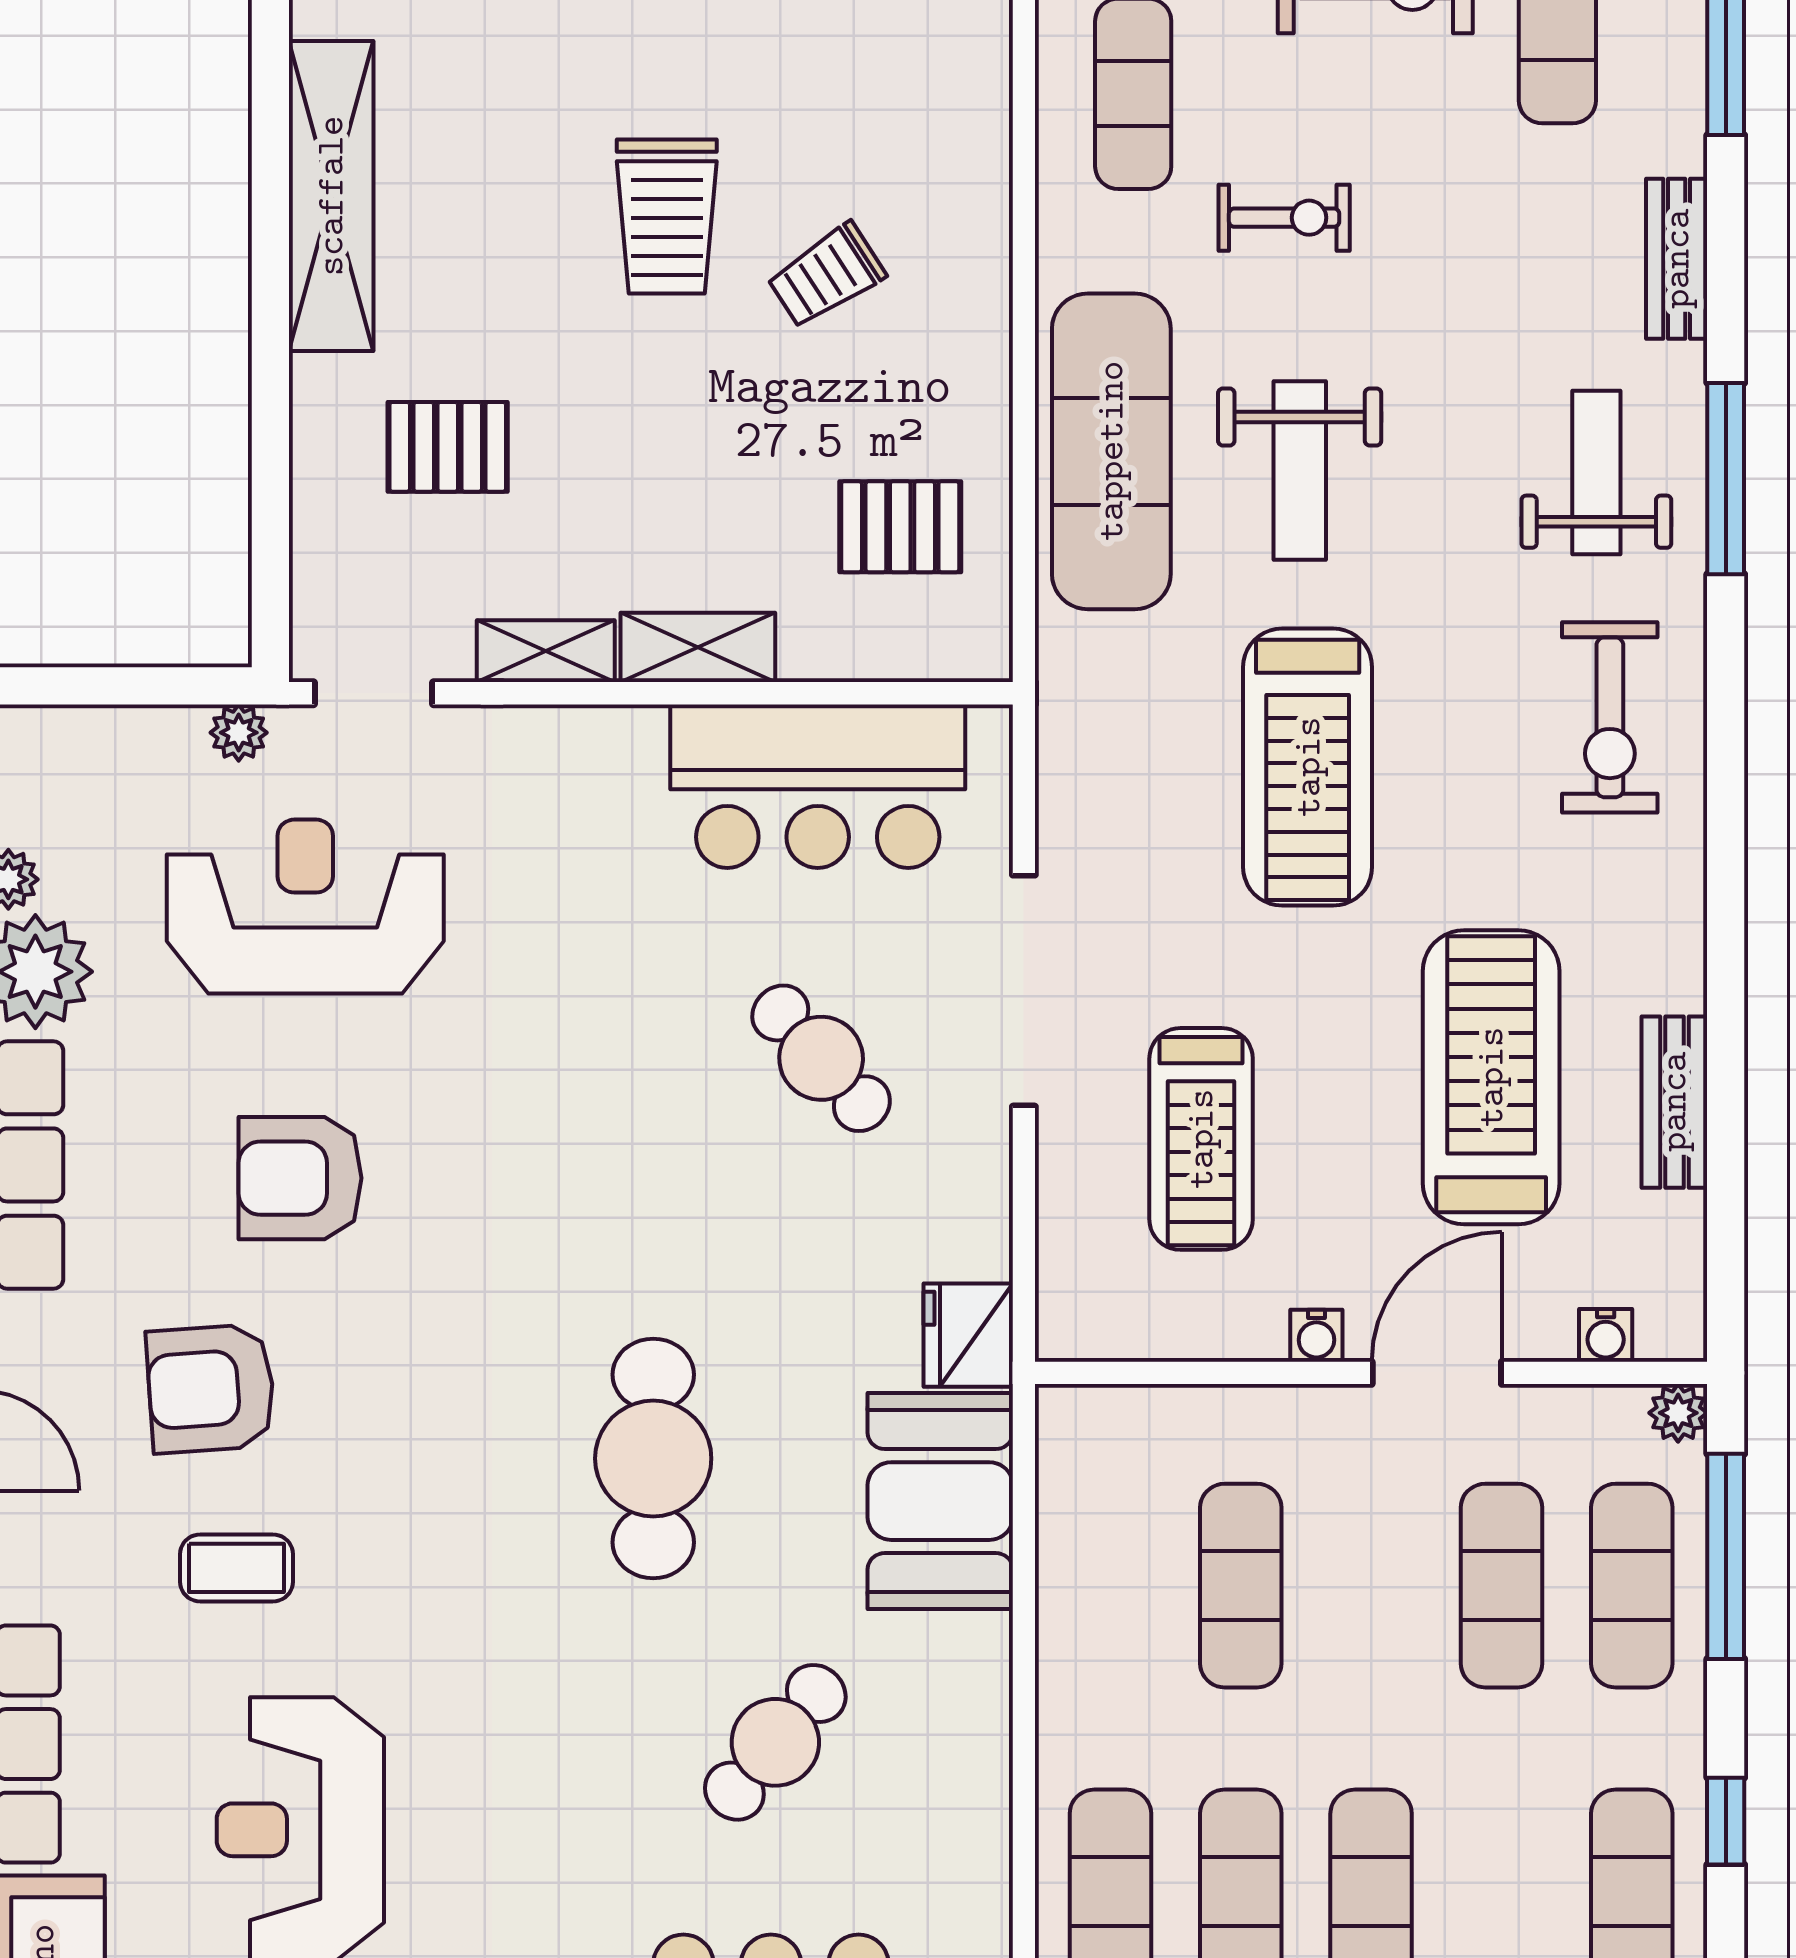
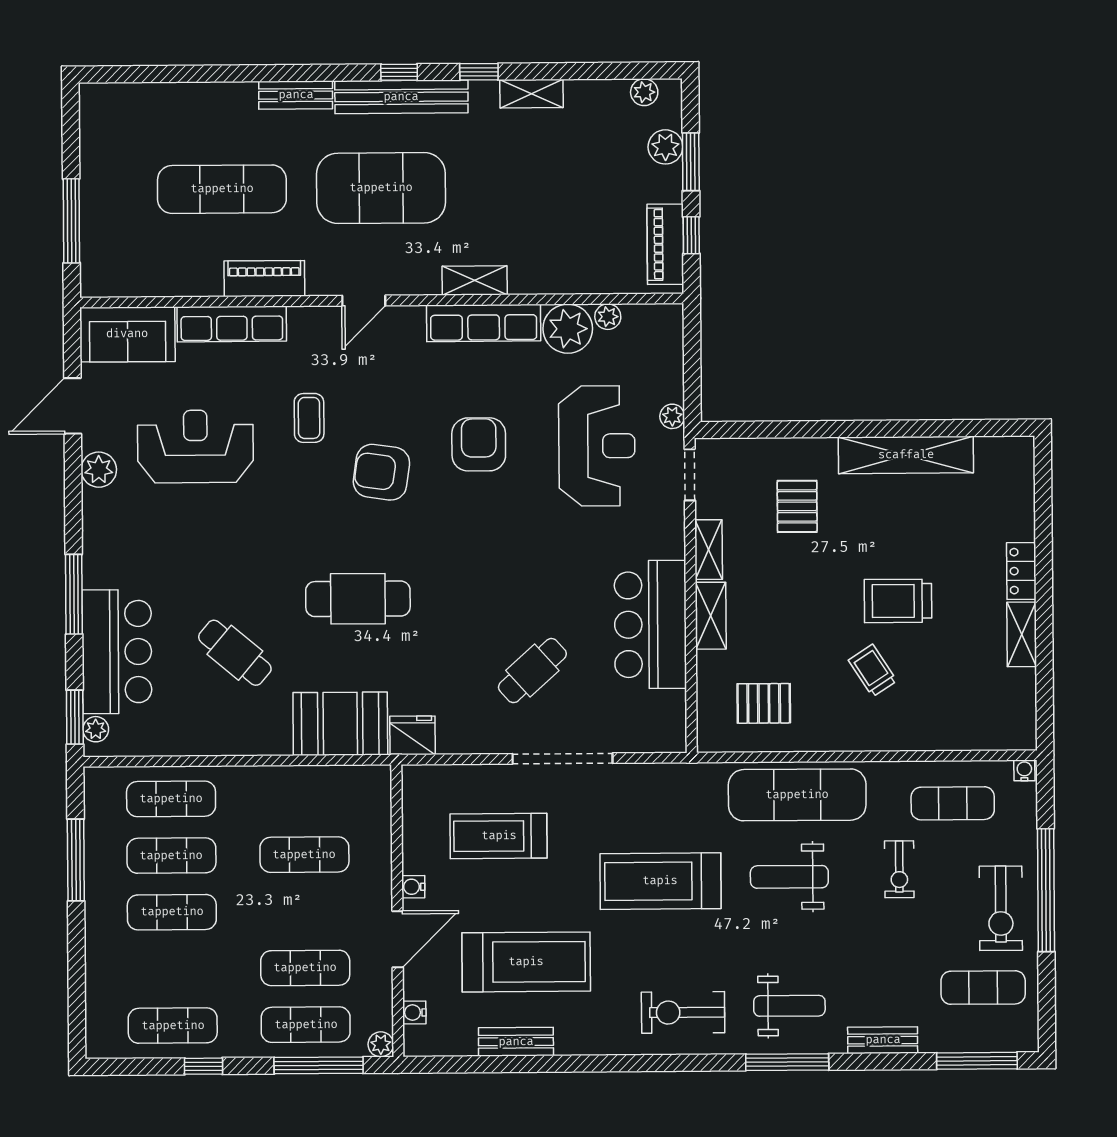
pallet: (900, 527) -> (764, 703), turned 90
bar counter: (818, 786) -> (650, 625), moved
door: (1437, 1373) -> (398, 939), hinge flipped
armchair: (211, 1389) -> (381, 472), moved, turned -78

